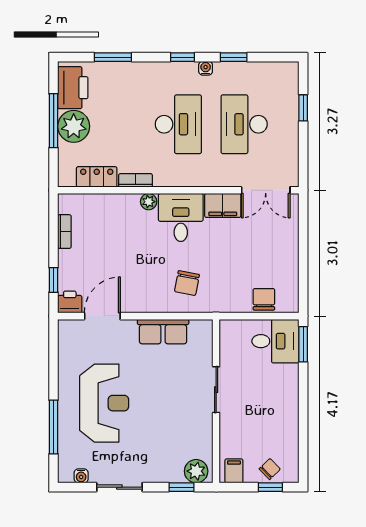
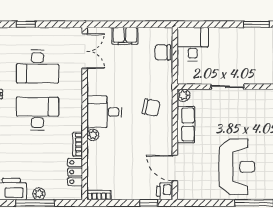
plant: (74, 126) -> (39, 194), width x0.53, depth x0.53
filing cabinet: (223, 205) -> (125, 36), moved, turned 90
bookcase: (64, 232) -> (99, 195), moved
plant: (204, 328) -> (183, 95), added
window: (303, 344) -> (256, 24), moved
reception desk: (104, 403) -> (237, 167), turned 90

